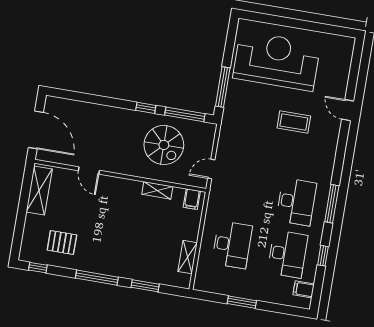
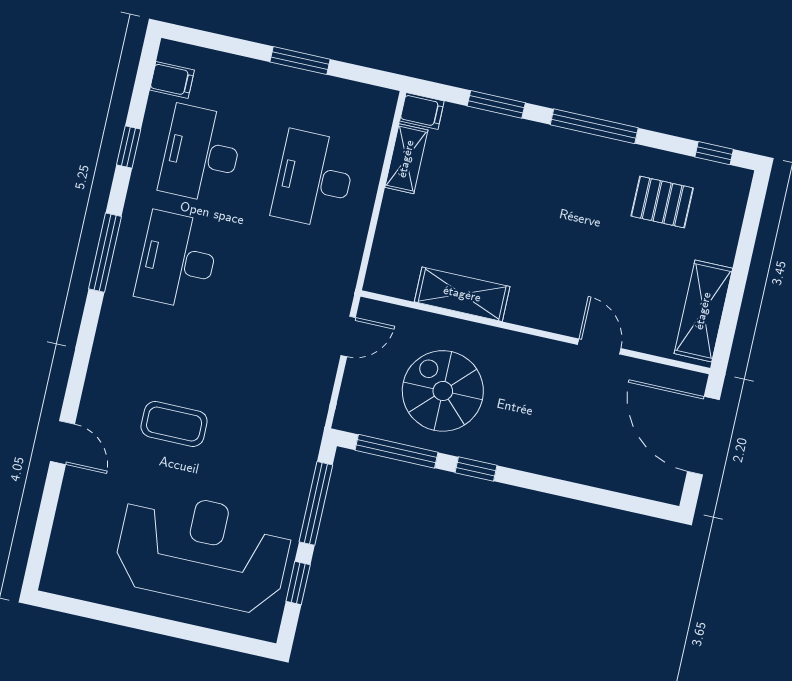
window: (229, 48) -> (298, 583), added
reception desk: (277, 61) -> (203, 551), turned 180
shelving: (157, 190) -> (462, 294), width x1.50, depth x1.33
filing cabinet: (192, 199) -> (422, 111), moved, turned 90

